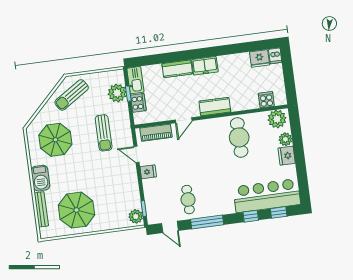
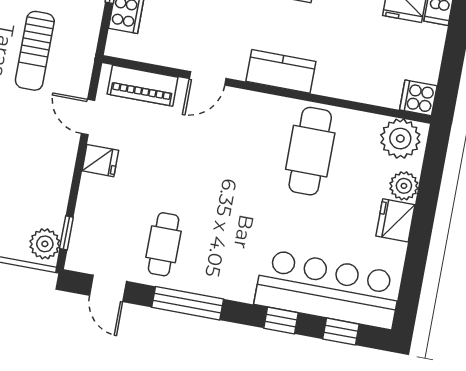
cooker: (266, 100) -> (418, 98), moved, turned -90

